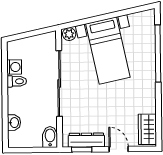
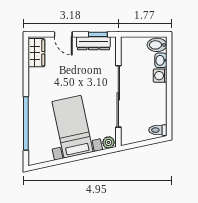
washing machine: (14, 67) -> (160, 76), moved
toilet: (17, 81) -> (158, 130), moved
bidet: (50, 137) -> (157, 45), moved, turned 90

